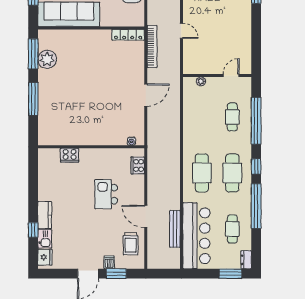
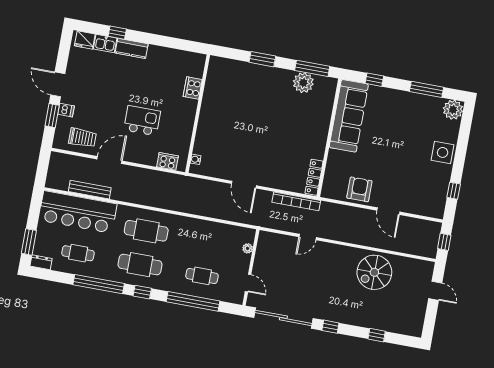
sliding door: (256, 39) -> (283, 318), added
window: (33, 99) -> (262, 59), width x0.69
trolley: (131, 244) -> (82, 138), turned 180

